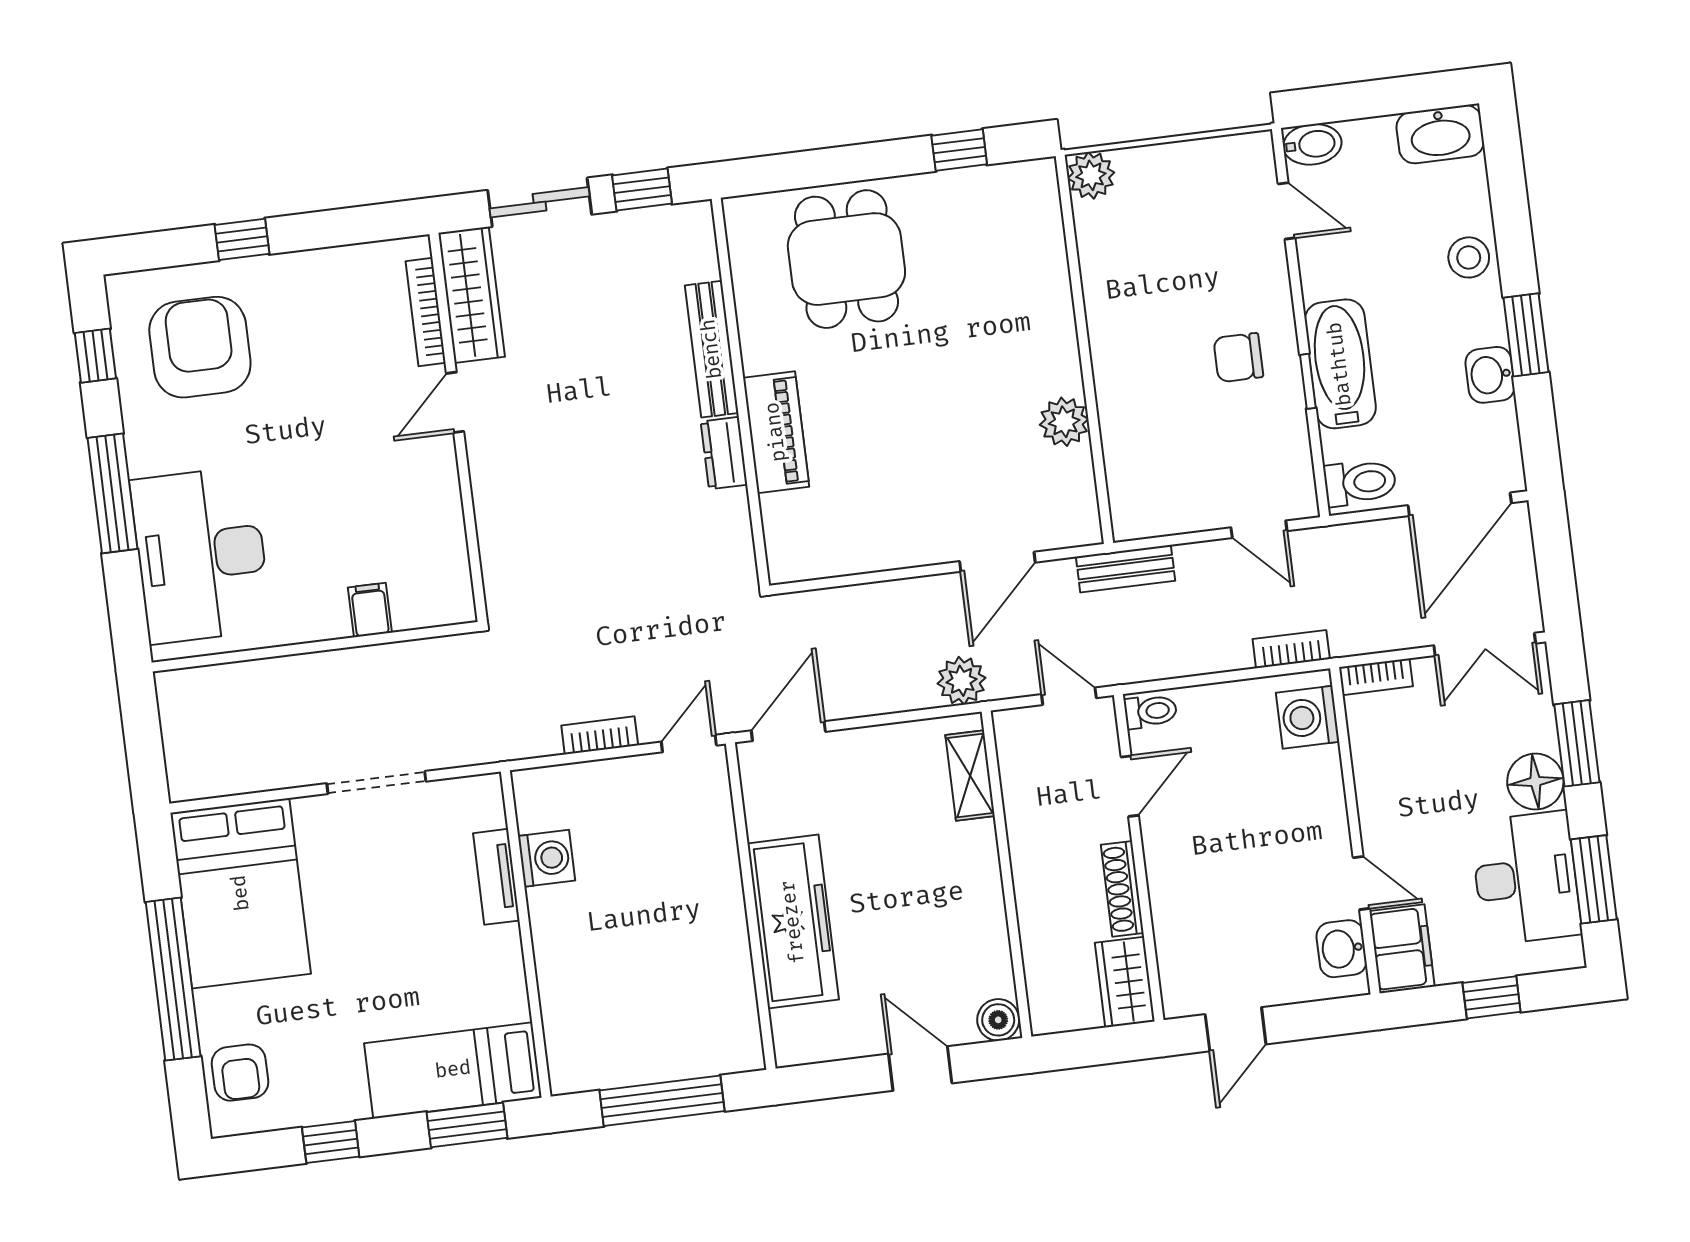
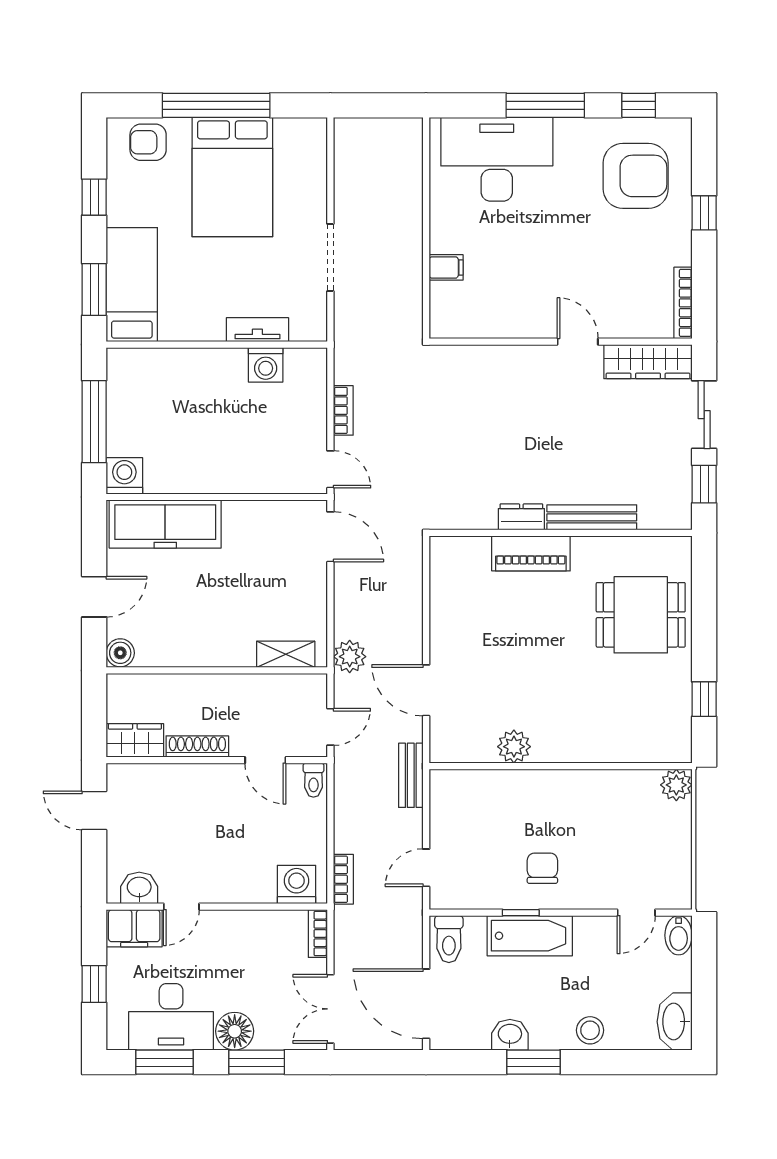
bookcase: (426, 312) -> (683, 303), moved, turned -90
bed: (241, 893) -> (232, 177), moved, turned -90
freezer: (793, 922) -> (165, 524), moved
washing machine: (736, 1046) -> (124, 476), added

